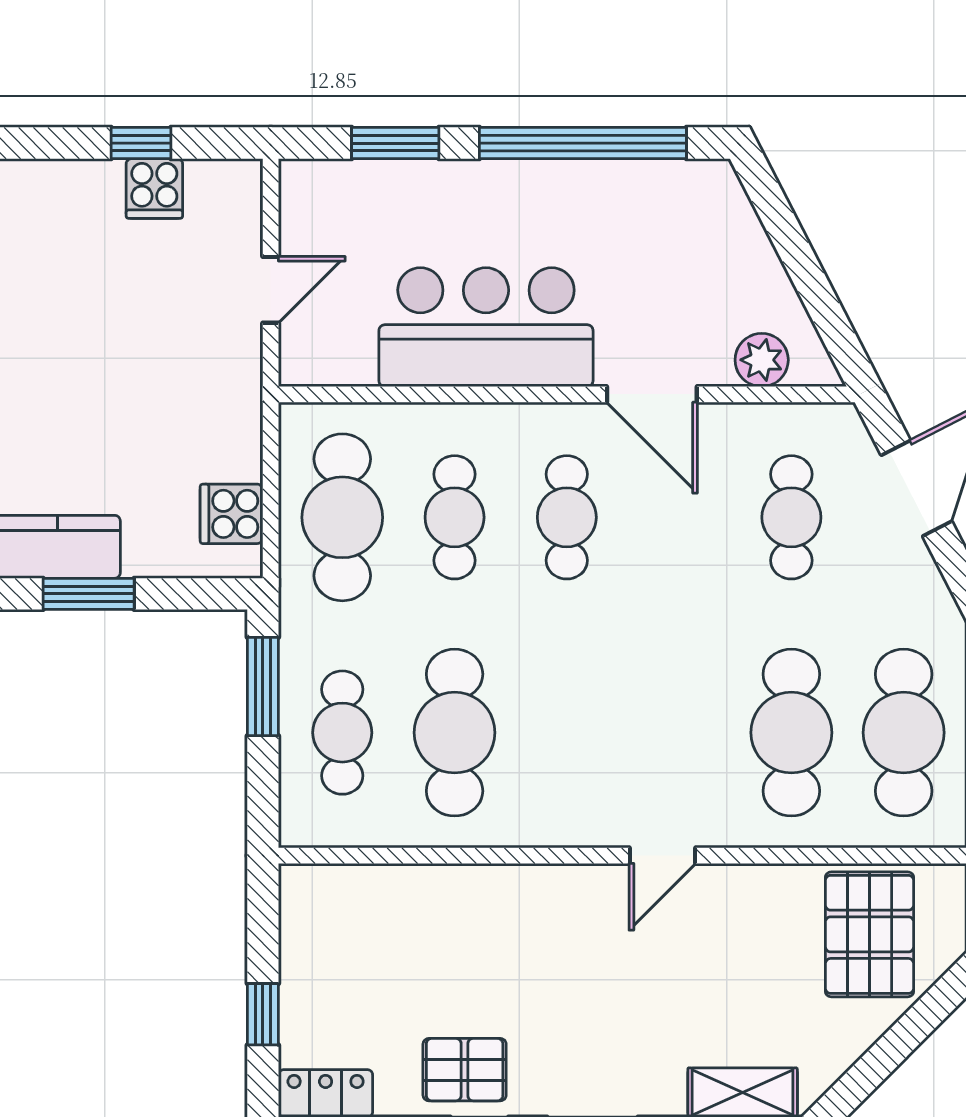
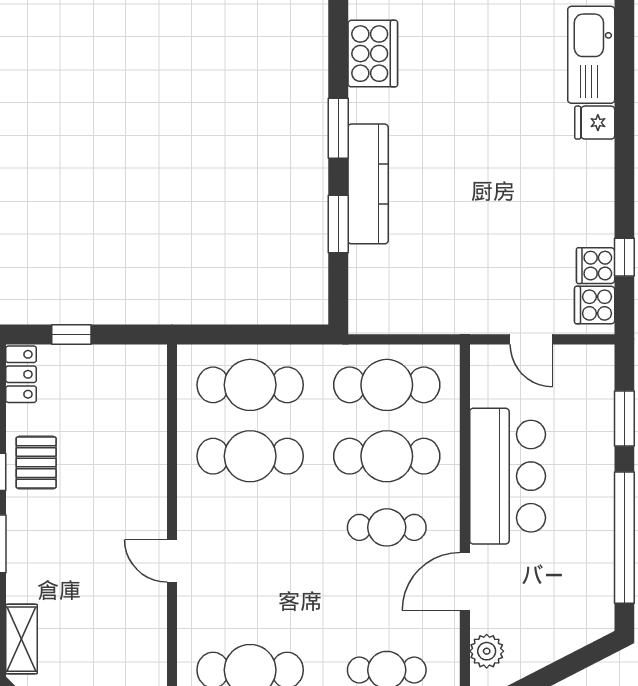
cooker: (231, 514) -> (595, 305), moved, turned -90
cafe table: (455, 517) -> (387, 456), width x1.37, depth x1.35
window: (263, 687) -> (279, 334), removed
cafe table: (342, 733) -> (250, 385), width x1.37, depth x1.35
door: (663, 856) -> (172, 561), moved

